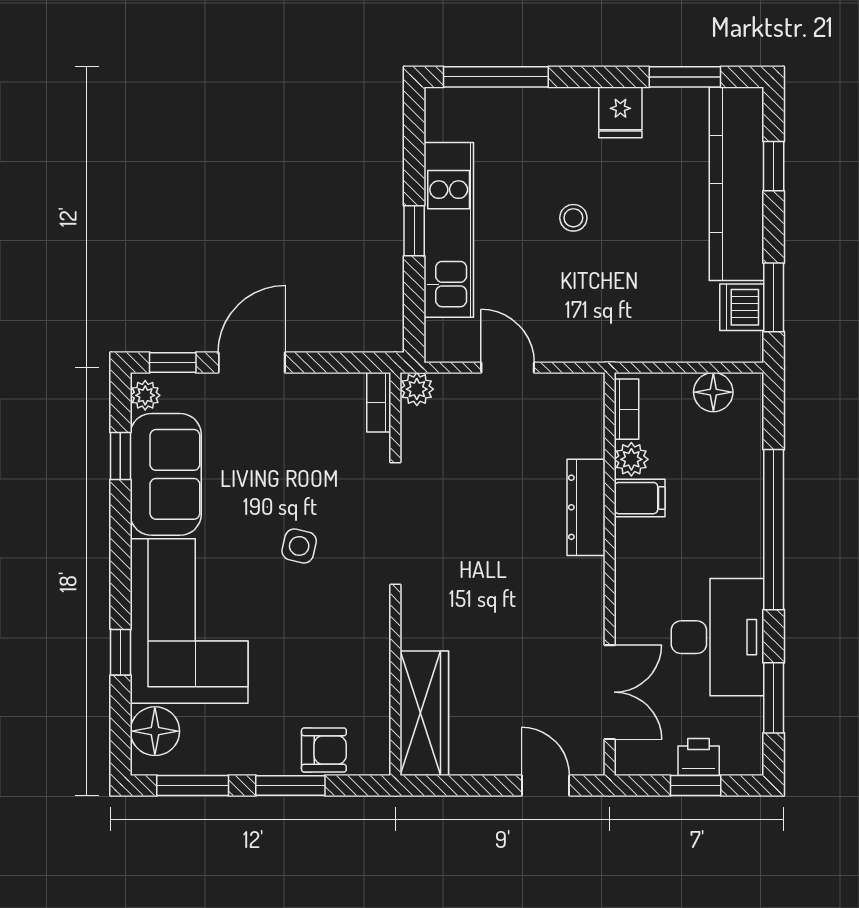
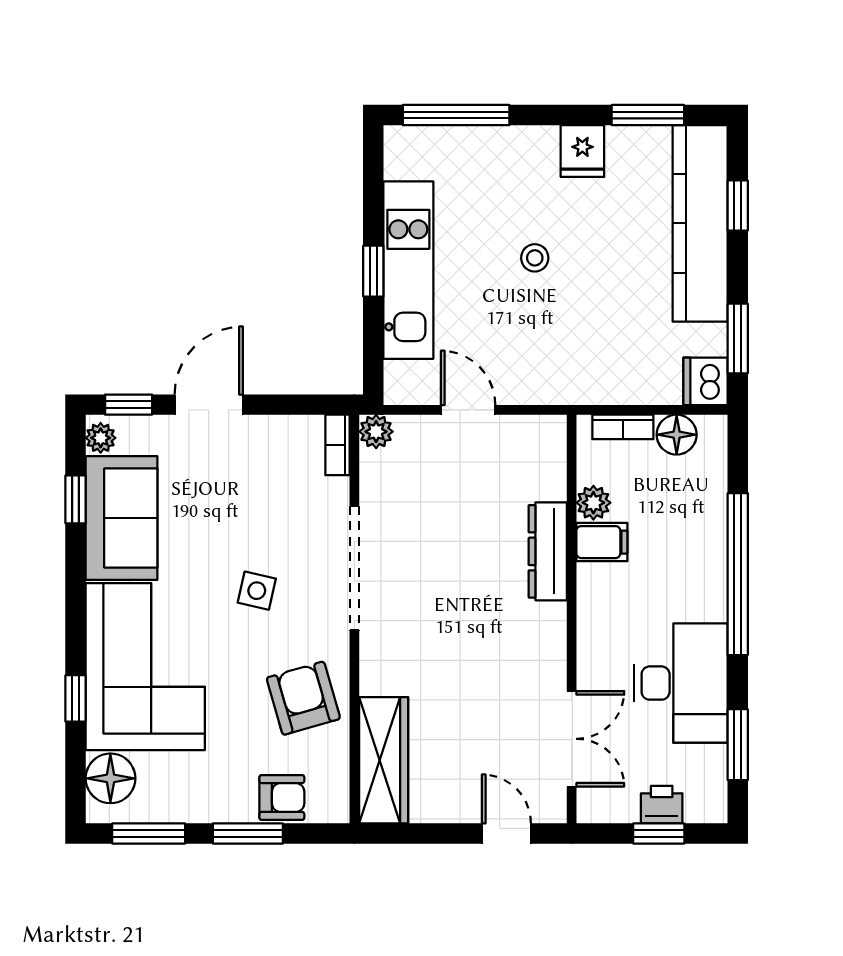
dishwasher: (742, 307) -> (706, 381), moved
bookcase: (627, 409) -> (623, 427), moved, turned 90
armchair: (345, 652) -> (303, 698), added

